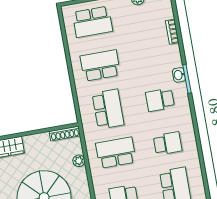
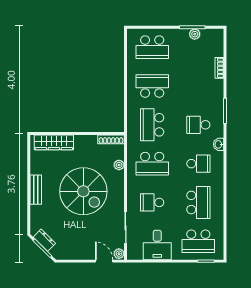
washbasin: (179, 75) -> (219, 144), moved
school desk: (108, 109) -> (152, 125), turned 180
school desk: (116, 153) -> (152, 164), turned 180

